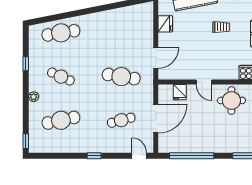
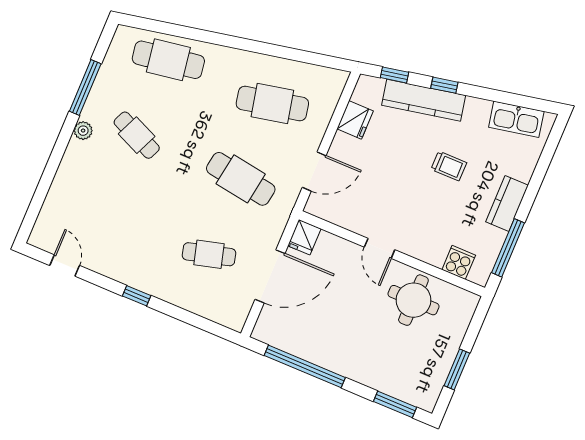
window: (26, 64) -> (85, 88), width x2.17
fridge: (180, 92) -> (304, 237), moved
plant: (34, 97) -> (83, 131), moved
cafe table: (61, 120) -> (272, 103), moved
window: (26, 141) -> (29, 221), removed
door: (139, 156) -> (65, 266), moved

